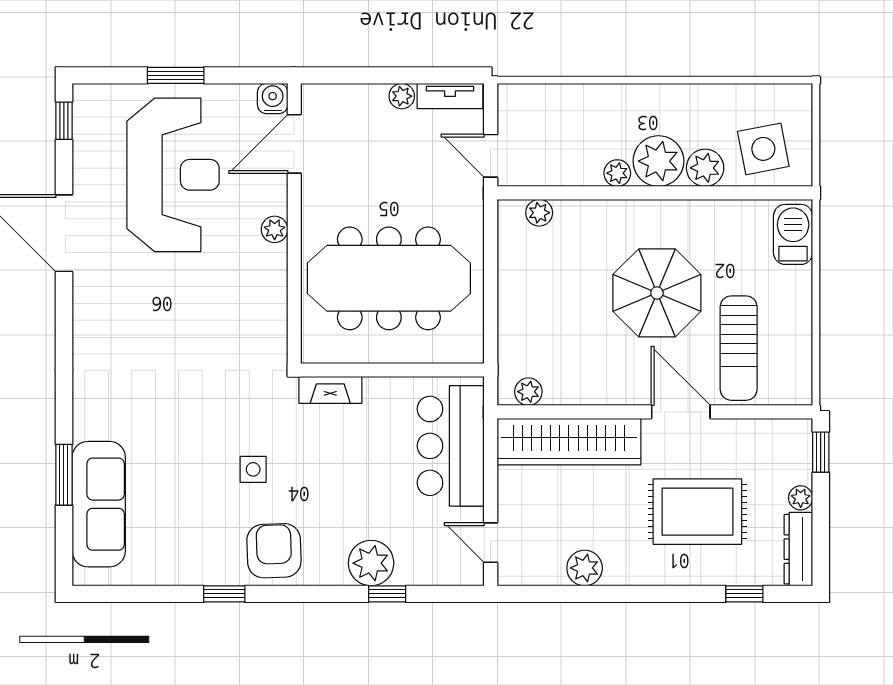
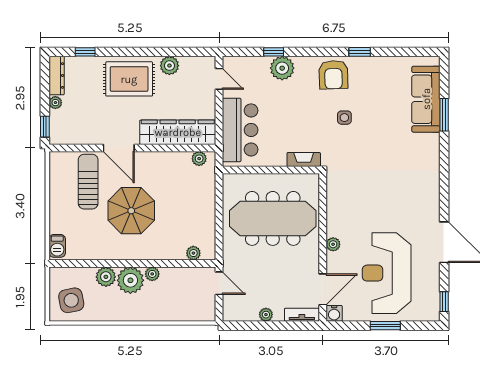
tv unit: (450, 96) -> (302, 315), moved
side table: (763, 149) -> (71, 300), moved
barbecue: (793, 234) -> (57, 246), width x0.73, depth x0.79
rug: (697, 512) -> (129, 79), moved

